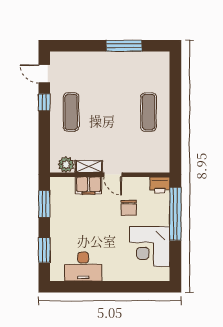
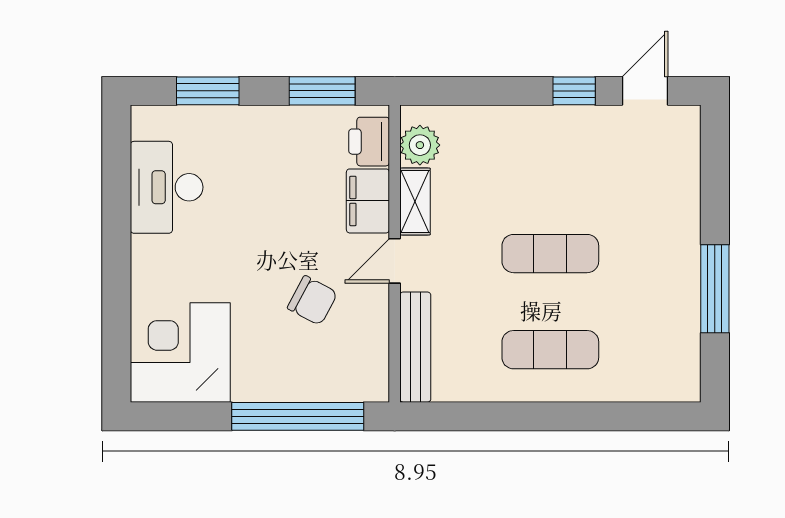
exercise mat: (71, 112) -> (550, 254), moved
bench: (148, 166) -> (415, 347), added
printer: (160, 185) -> (369, 142), moved
chair: (129, 208) -> (312, 301), turned -152
corner desk: (150, 247) -> (180, 352), moved

